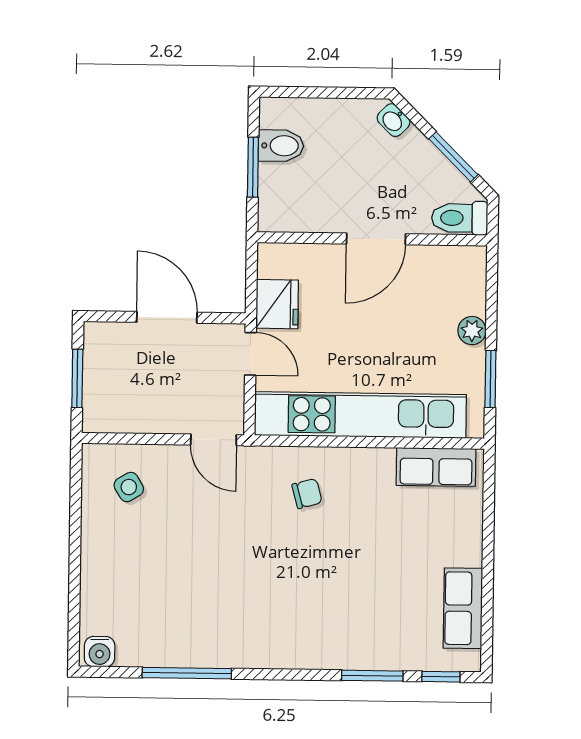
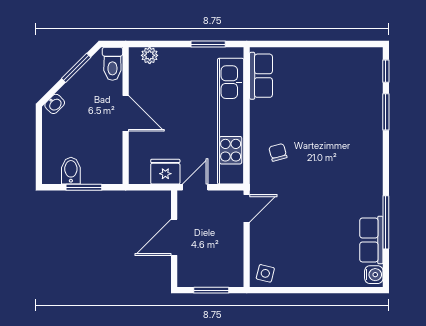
plant: (472, 331) -> (150, 55), moved
side table: (129, 487) -> (265, 273), moved, turned 45
row of seats: (463, 608) -> (371, 240), moved, turned 90

